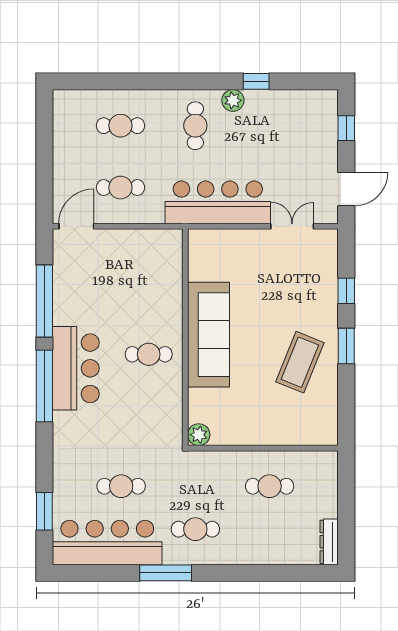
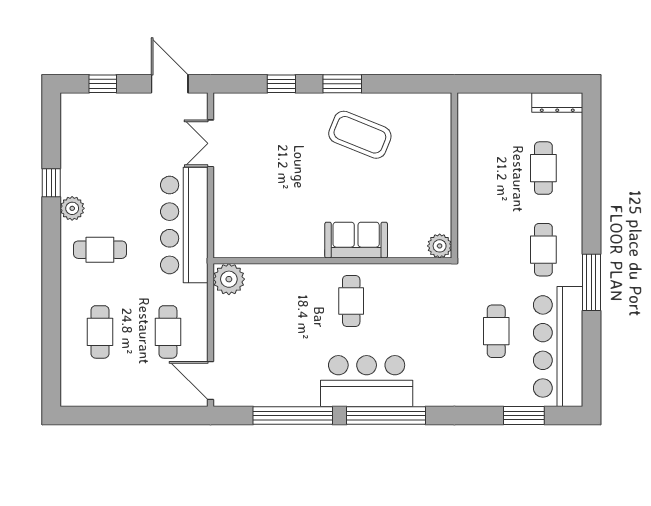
plant: (168, 243) -> (229, 279), added
sofa: (209, 335) -> (356, 240), width x0.54, depth x0.79
cafe table: (270, 486) -> (543, 168), moved

